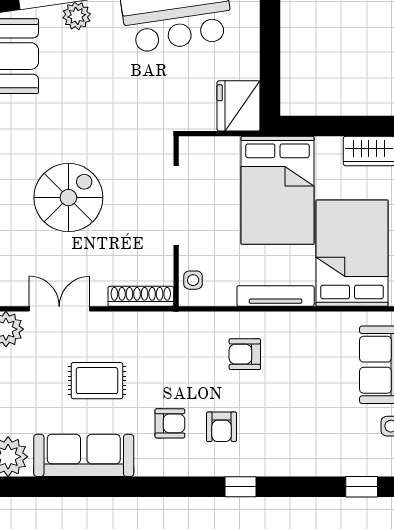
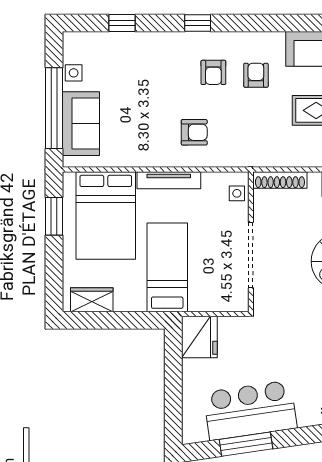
bed: (277, 190) -> (167, 267), width x0.67
armchair: (170, 423) -> (256, 75), turned 90
armchair: (222, 427) -> (213, 72), turned 180
window: (362, 487) -> (122, 23), moved

